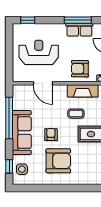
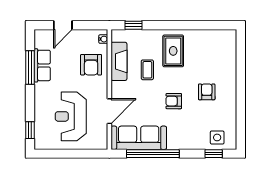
sofa: (22, 132) -> (139, 138), moved
armchair: (58, 161) -> (207, 92), width x0.53, depth x0.53

